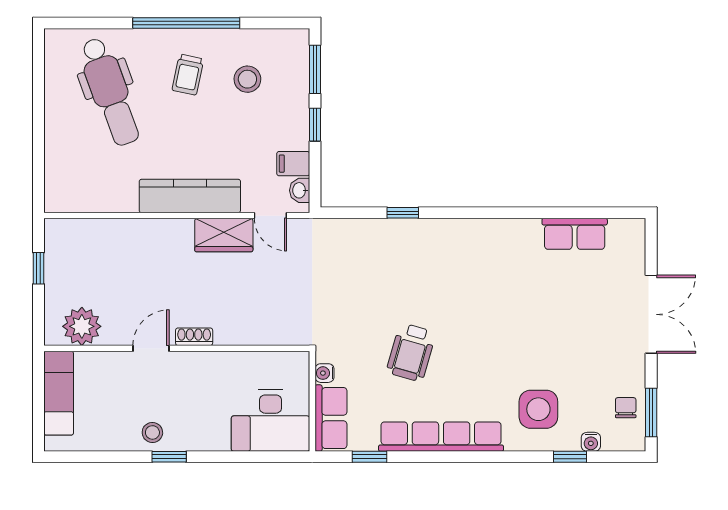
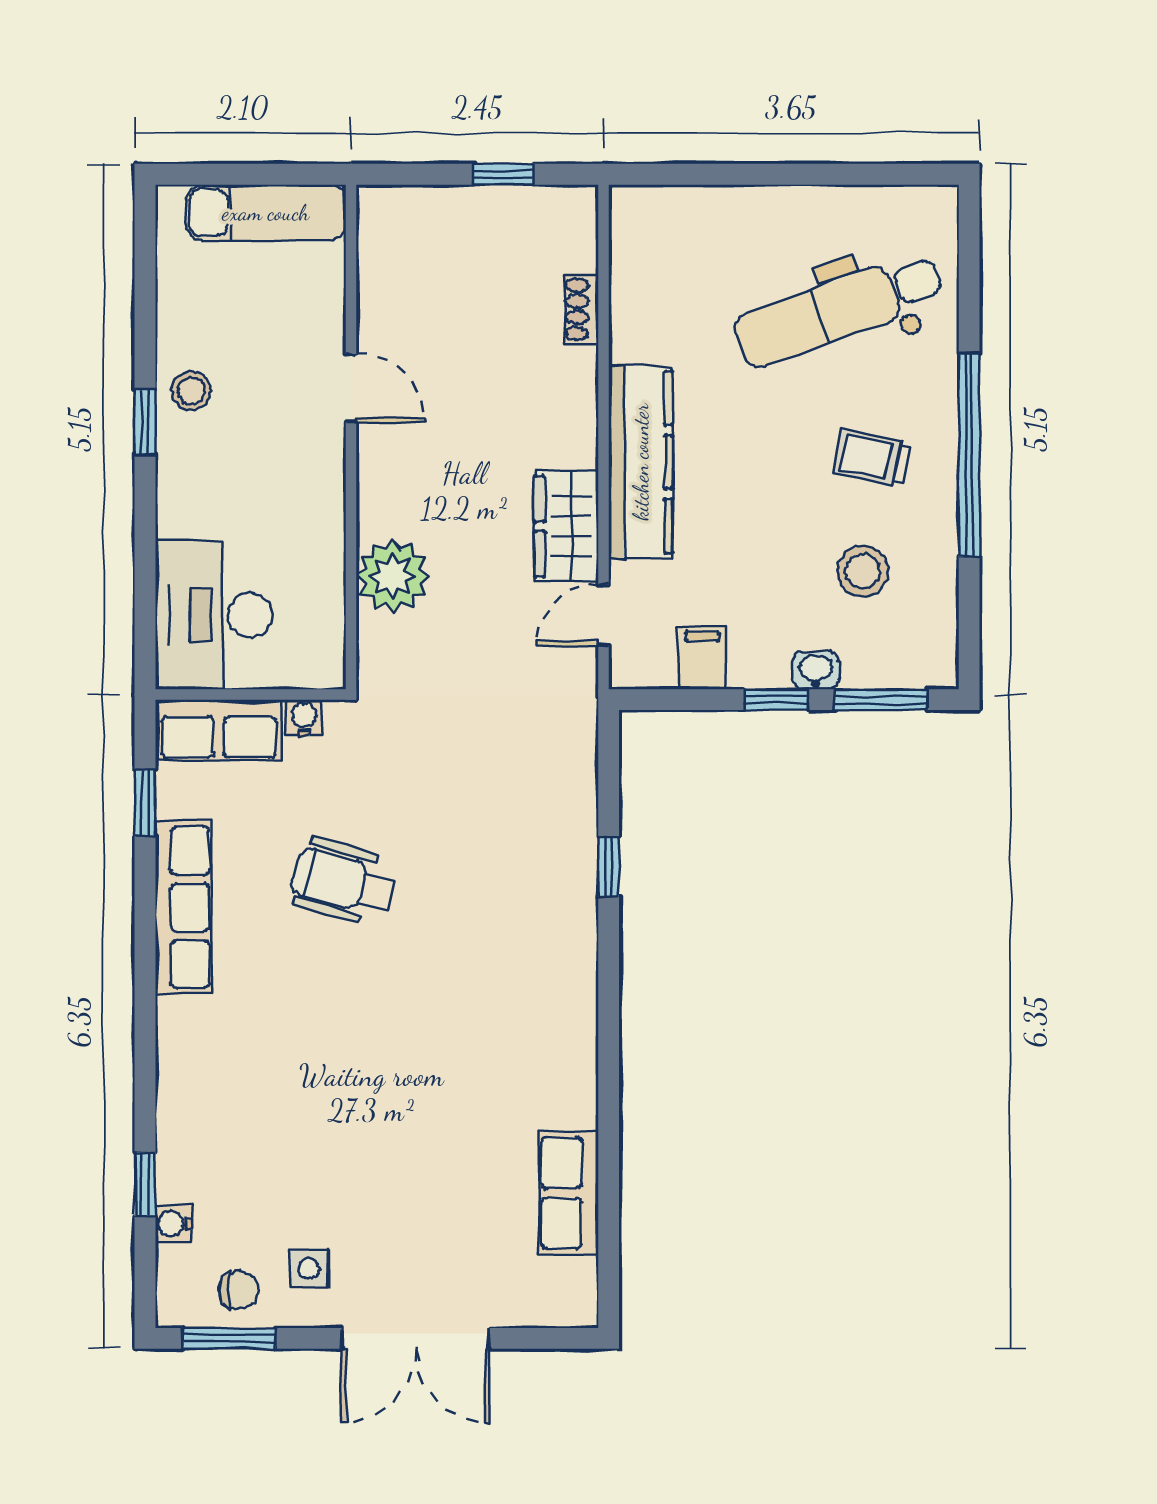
washbasin: (300, 190) -> (816, 671), moved
plant: (82, 326) -> (393, 576), moved
shoe rack: (194, 337) -> (581, 309), moved, turned 180
side table: (538, 409) -> (309, 1268), moved, width x0.54, depth x0.54
row of seats: (441, 437) -> (183, 907), width x0.73

